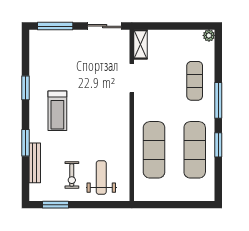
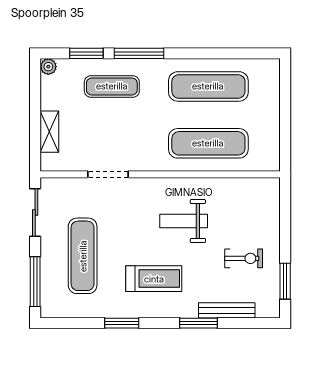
shelving: (141, 44) -> (49, 132), moved, turned 90
exercise mat: (74, 60) -> (83, 256), added
window: (218, 145) -> (86, 53), moved
weight bench: (101, 178) -> (184, 221), moved

